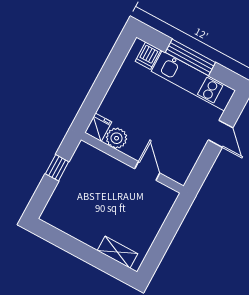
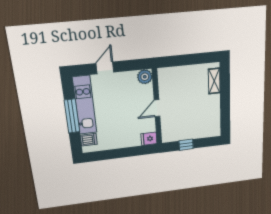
plant: (117, 138) -> (145, 77), moved
door: (147, 171) -> (157, 108), moved

